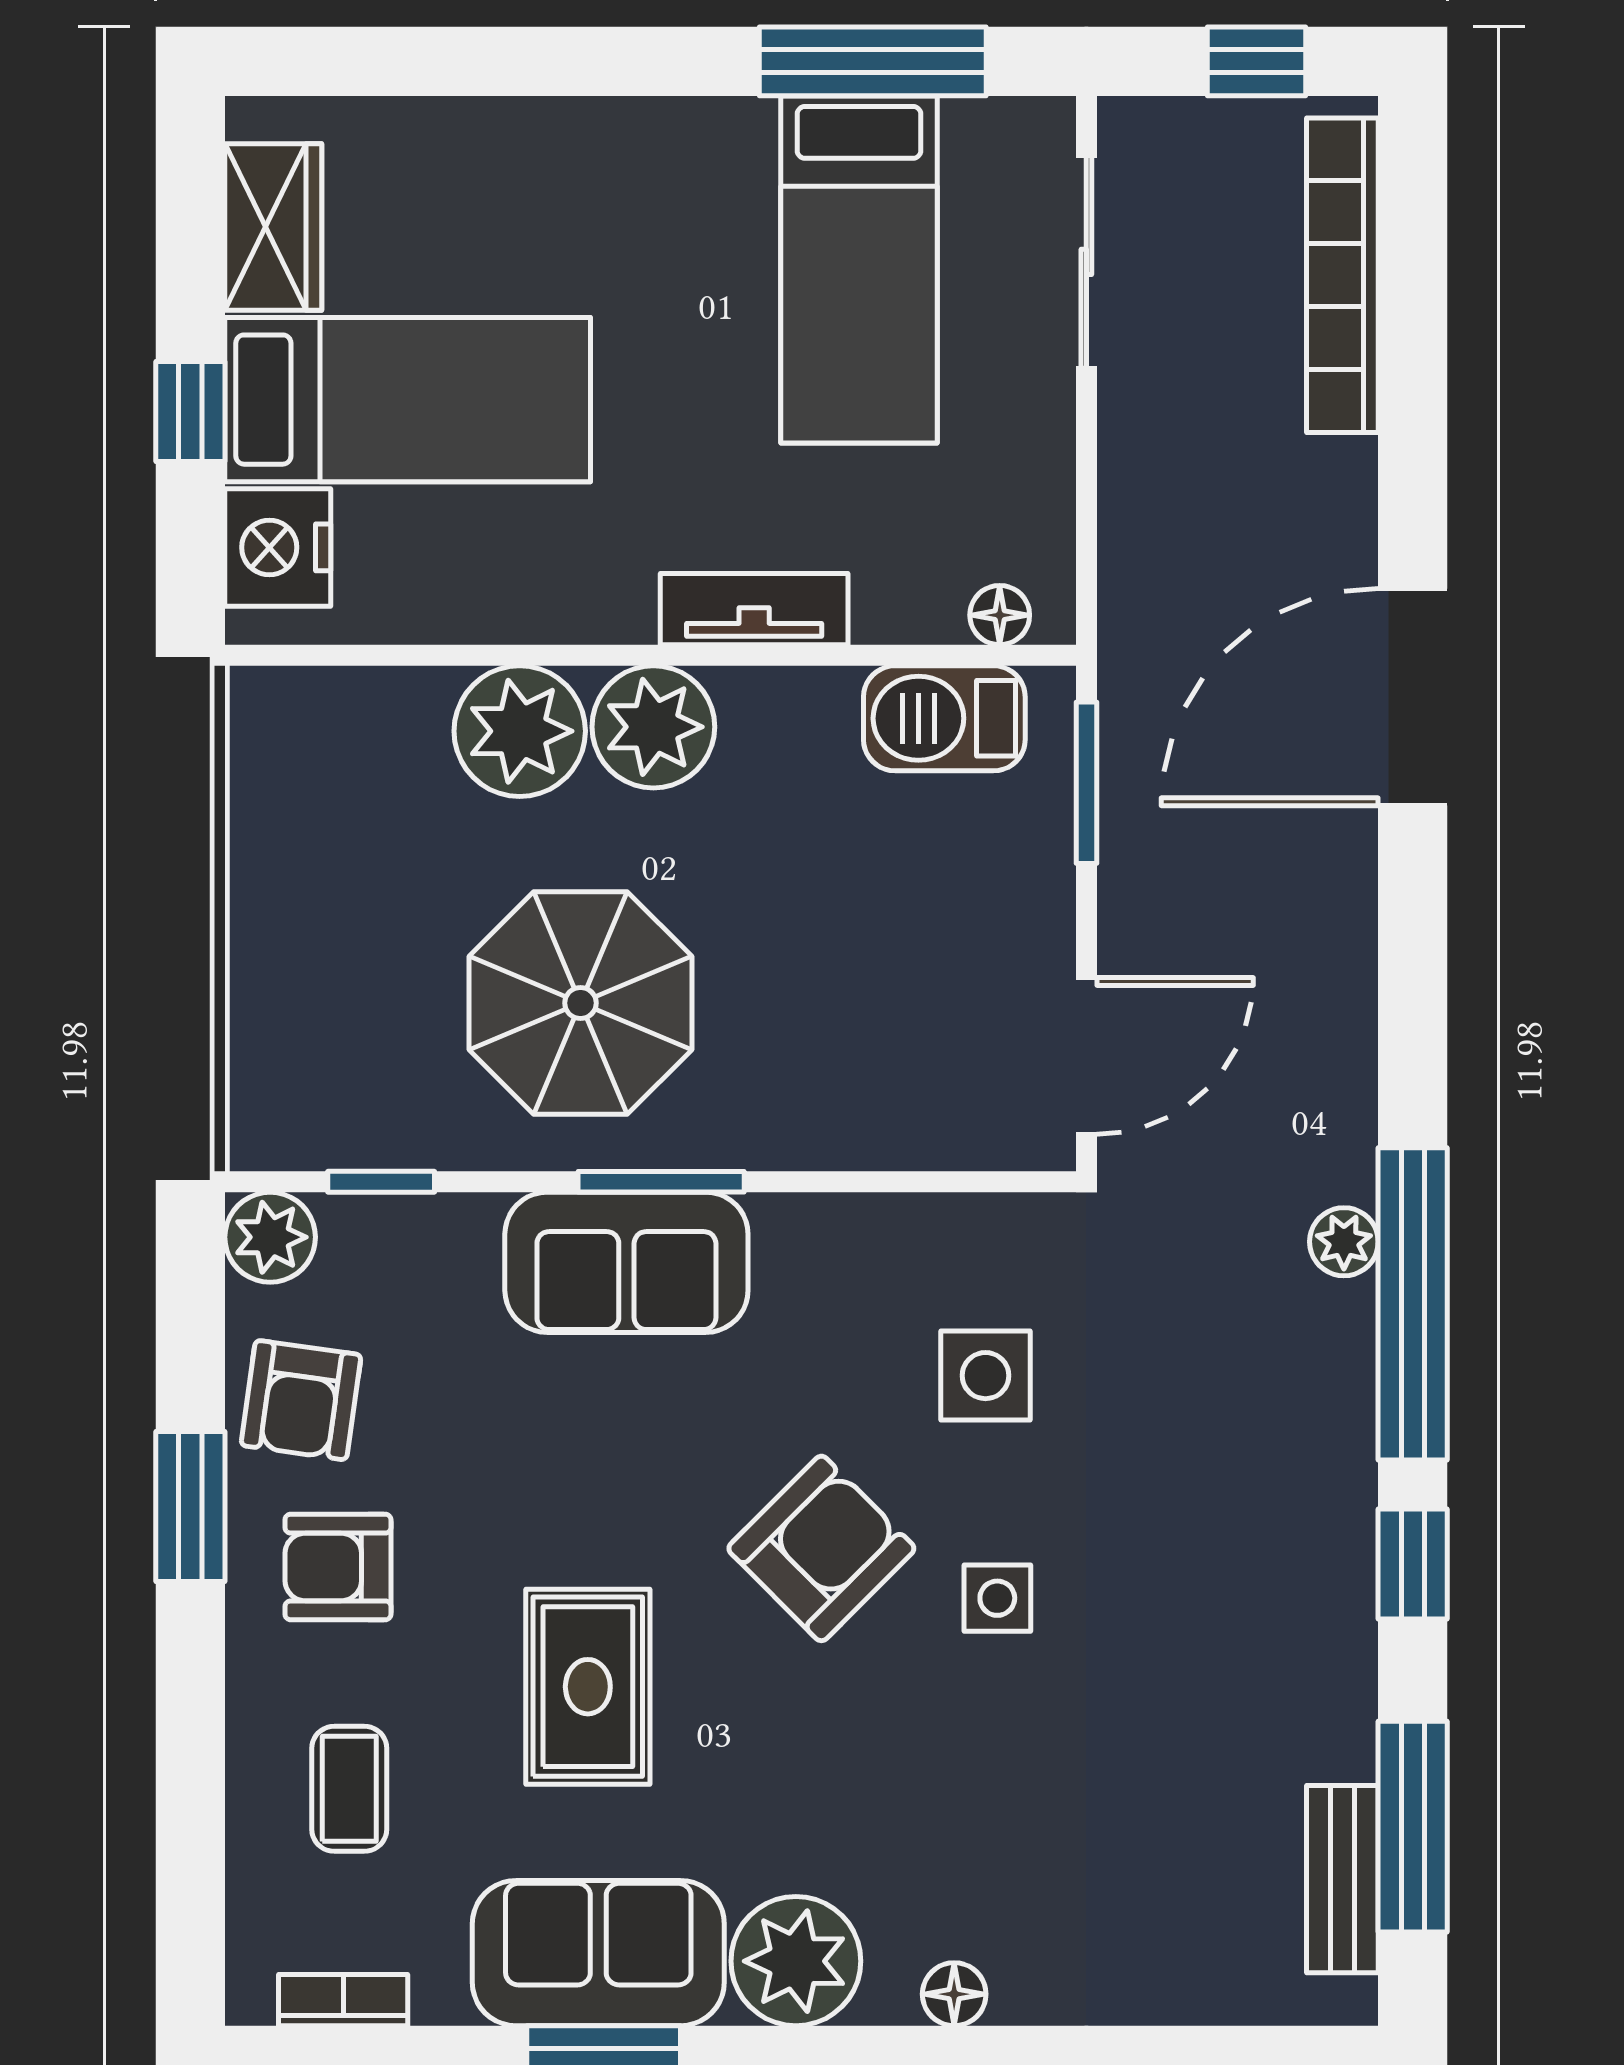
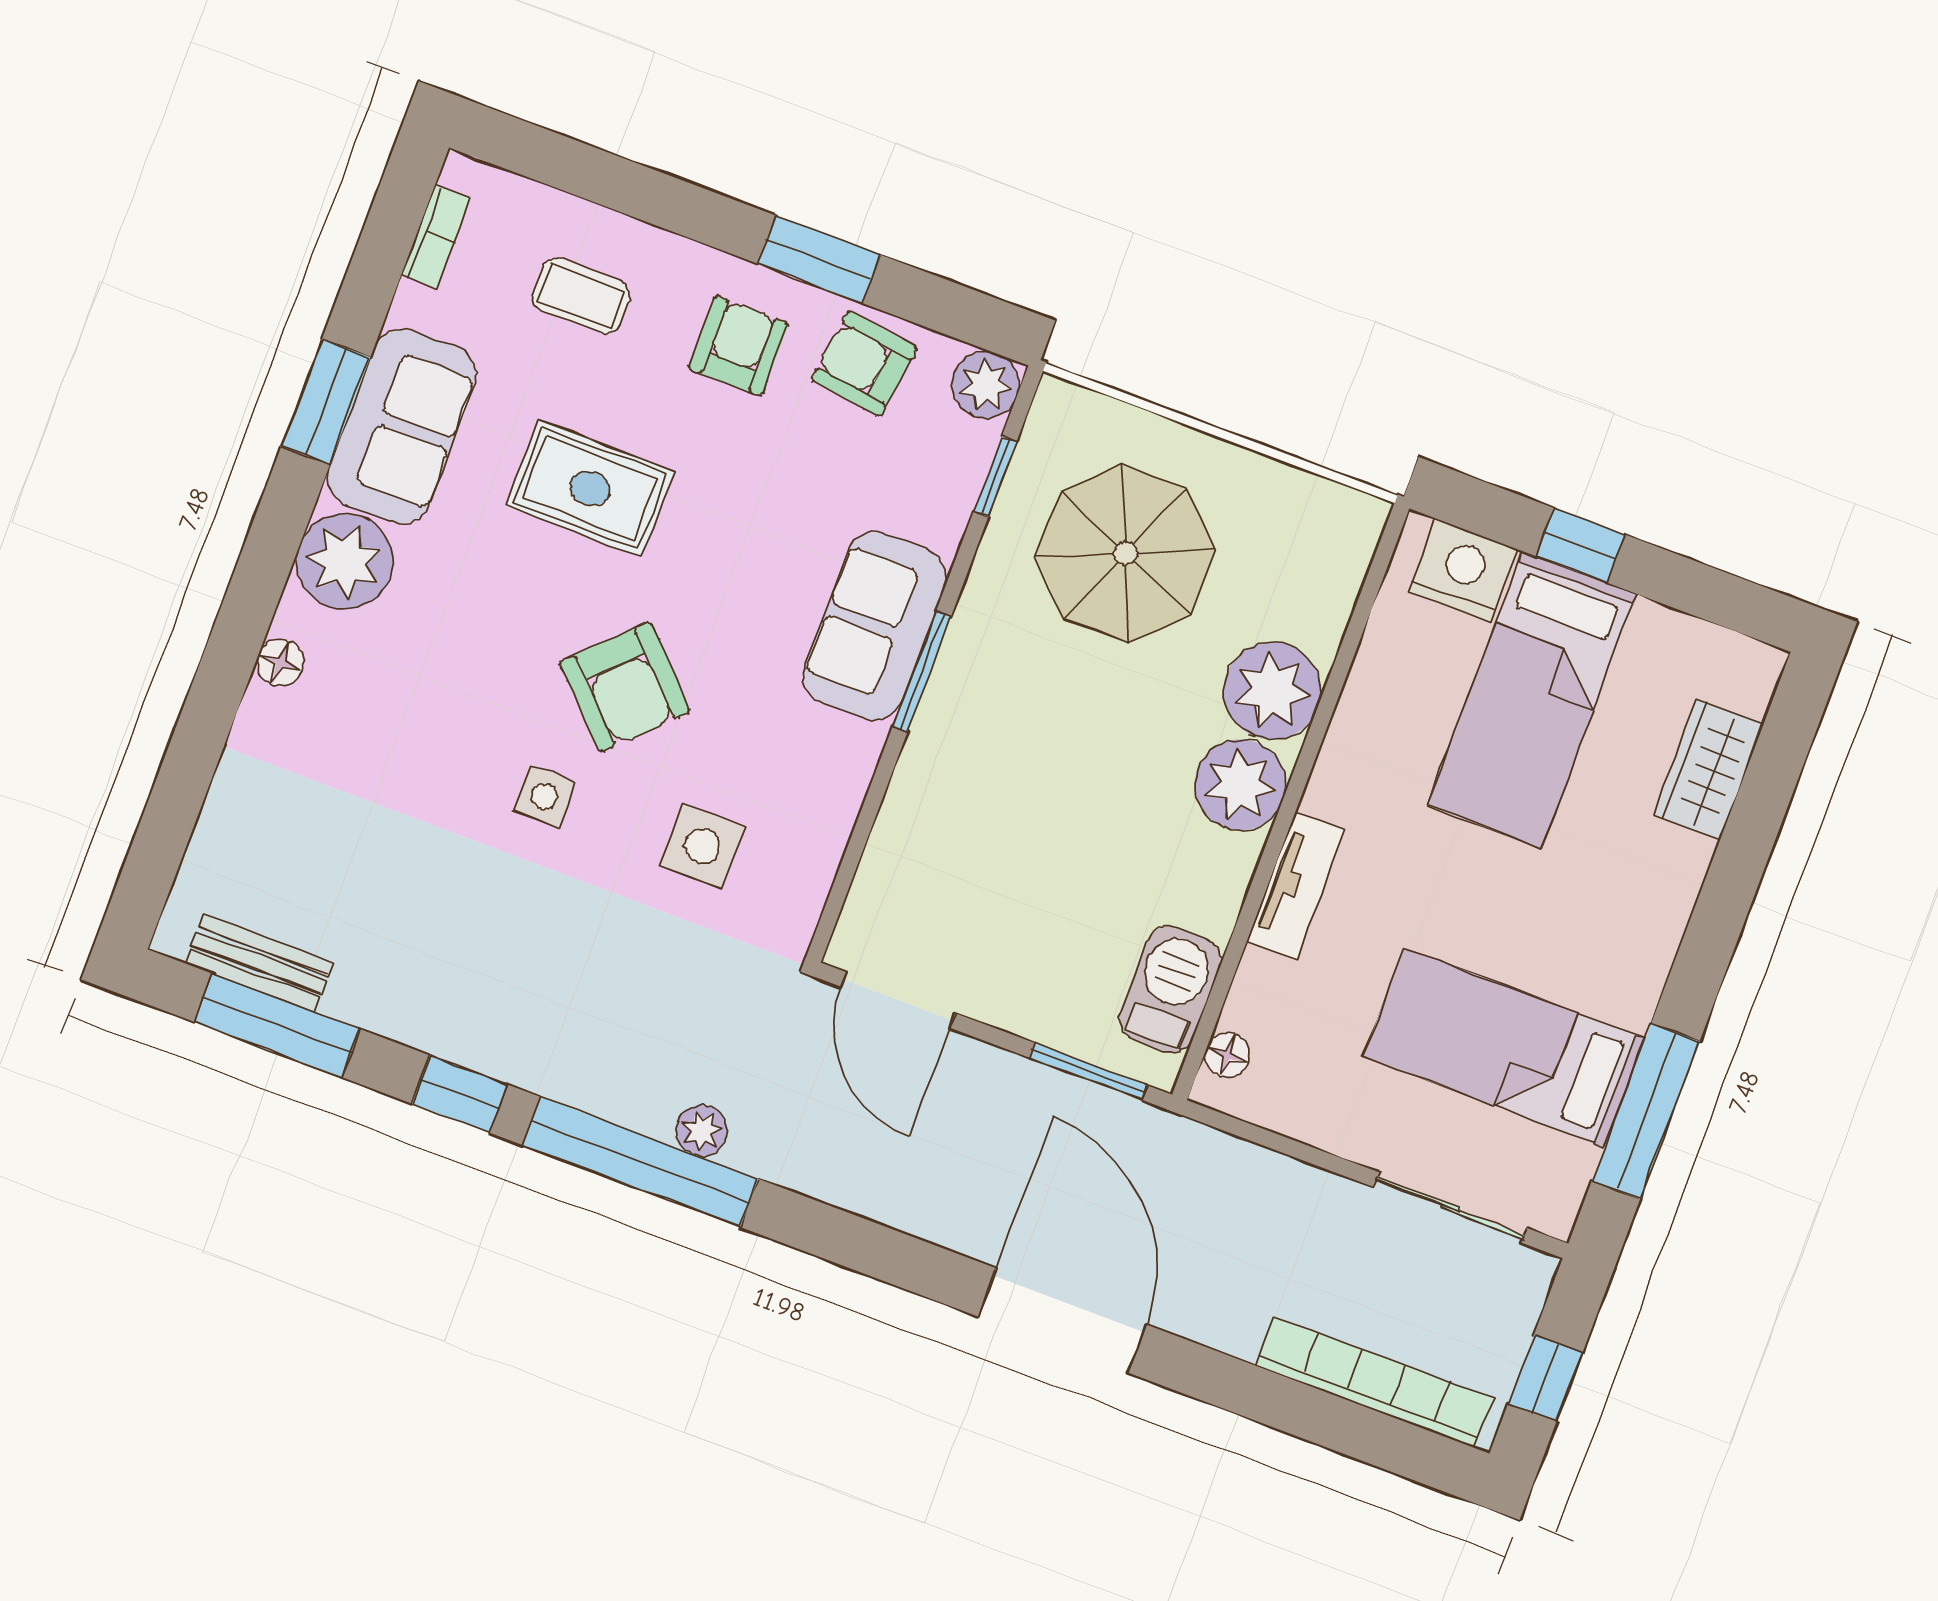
wardrobe: (273, 227) -> (1708, 769), moved, turned 90
parasol: (580, 1003) -> (1125, 553), moved

